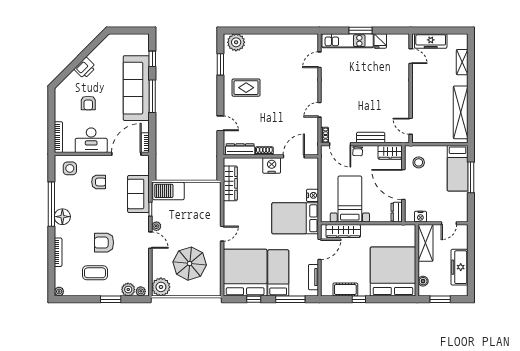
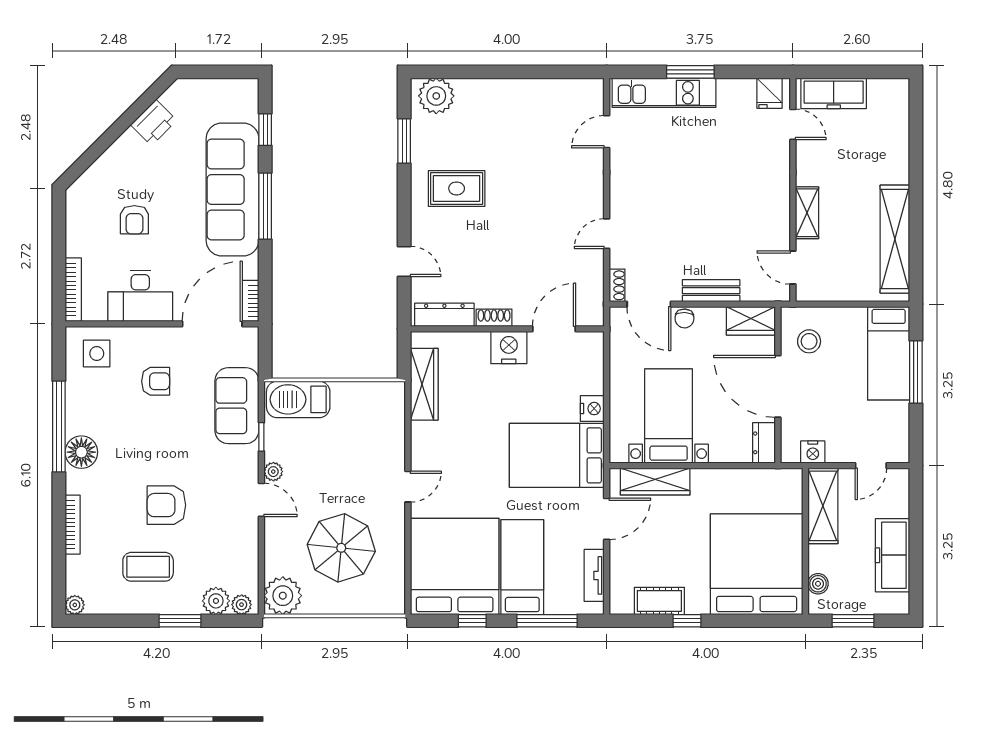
fridge: (380, 41) -> (770, 93), moved
shelving: (462, 62) -> (807, 213), moved
printer: (85, 68) -> (154, 123), moved

